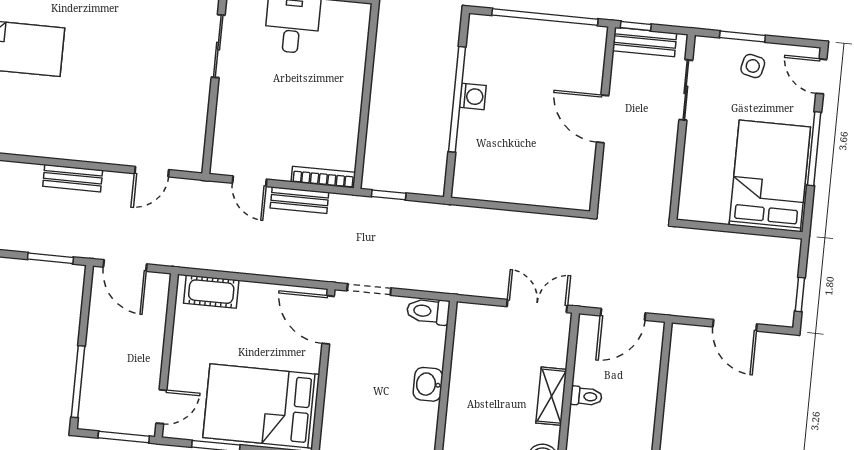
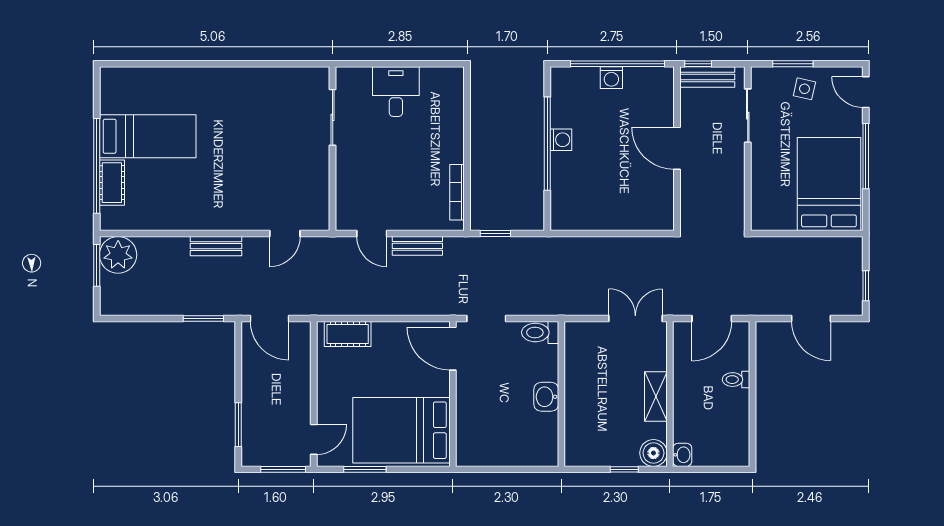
washing machine: (537, 32) -> (611, 78), added
bookcase: (323, 177) -> (457, 192), moved, turned -90
window: (78, 382) -> (238, 425), width x0.69
toilet: (586, 396) -> (736, 380), moved, turned 180

